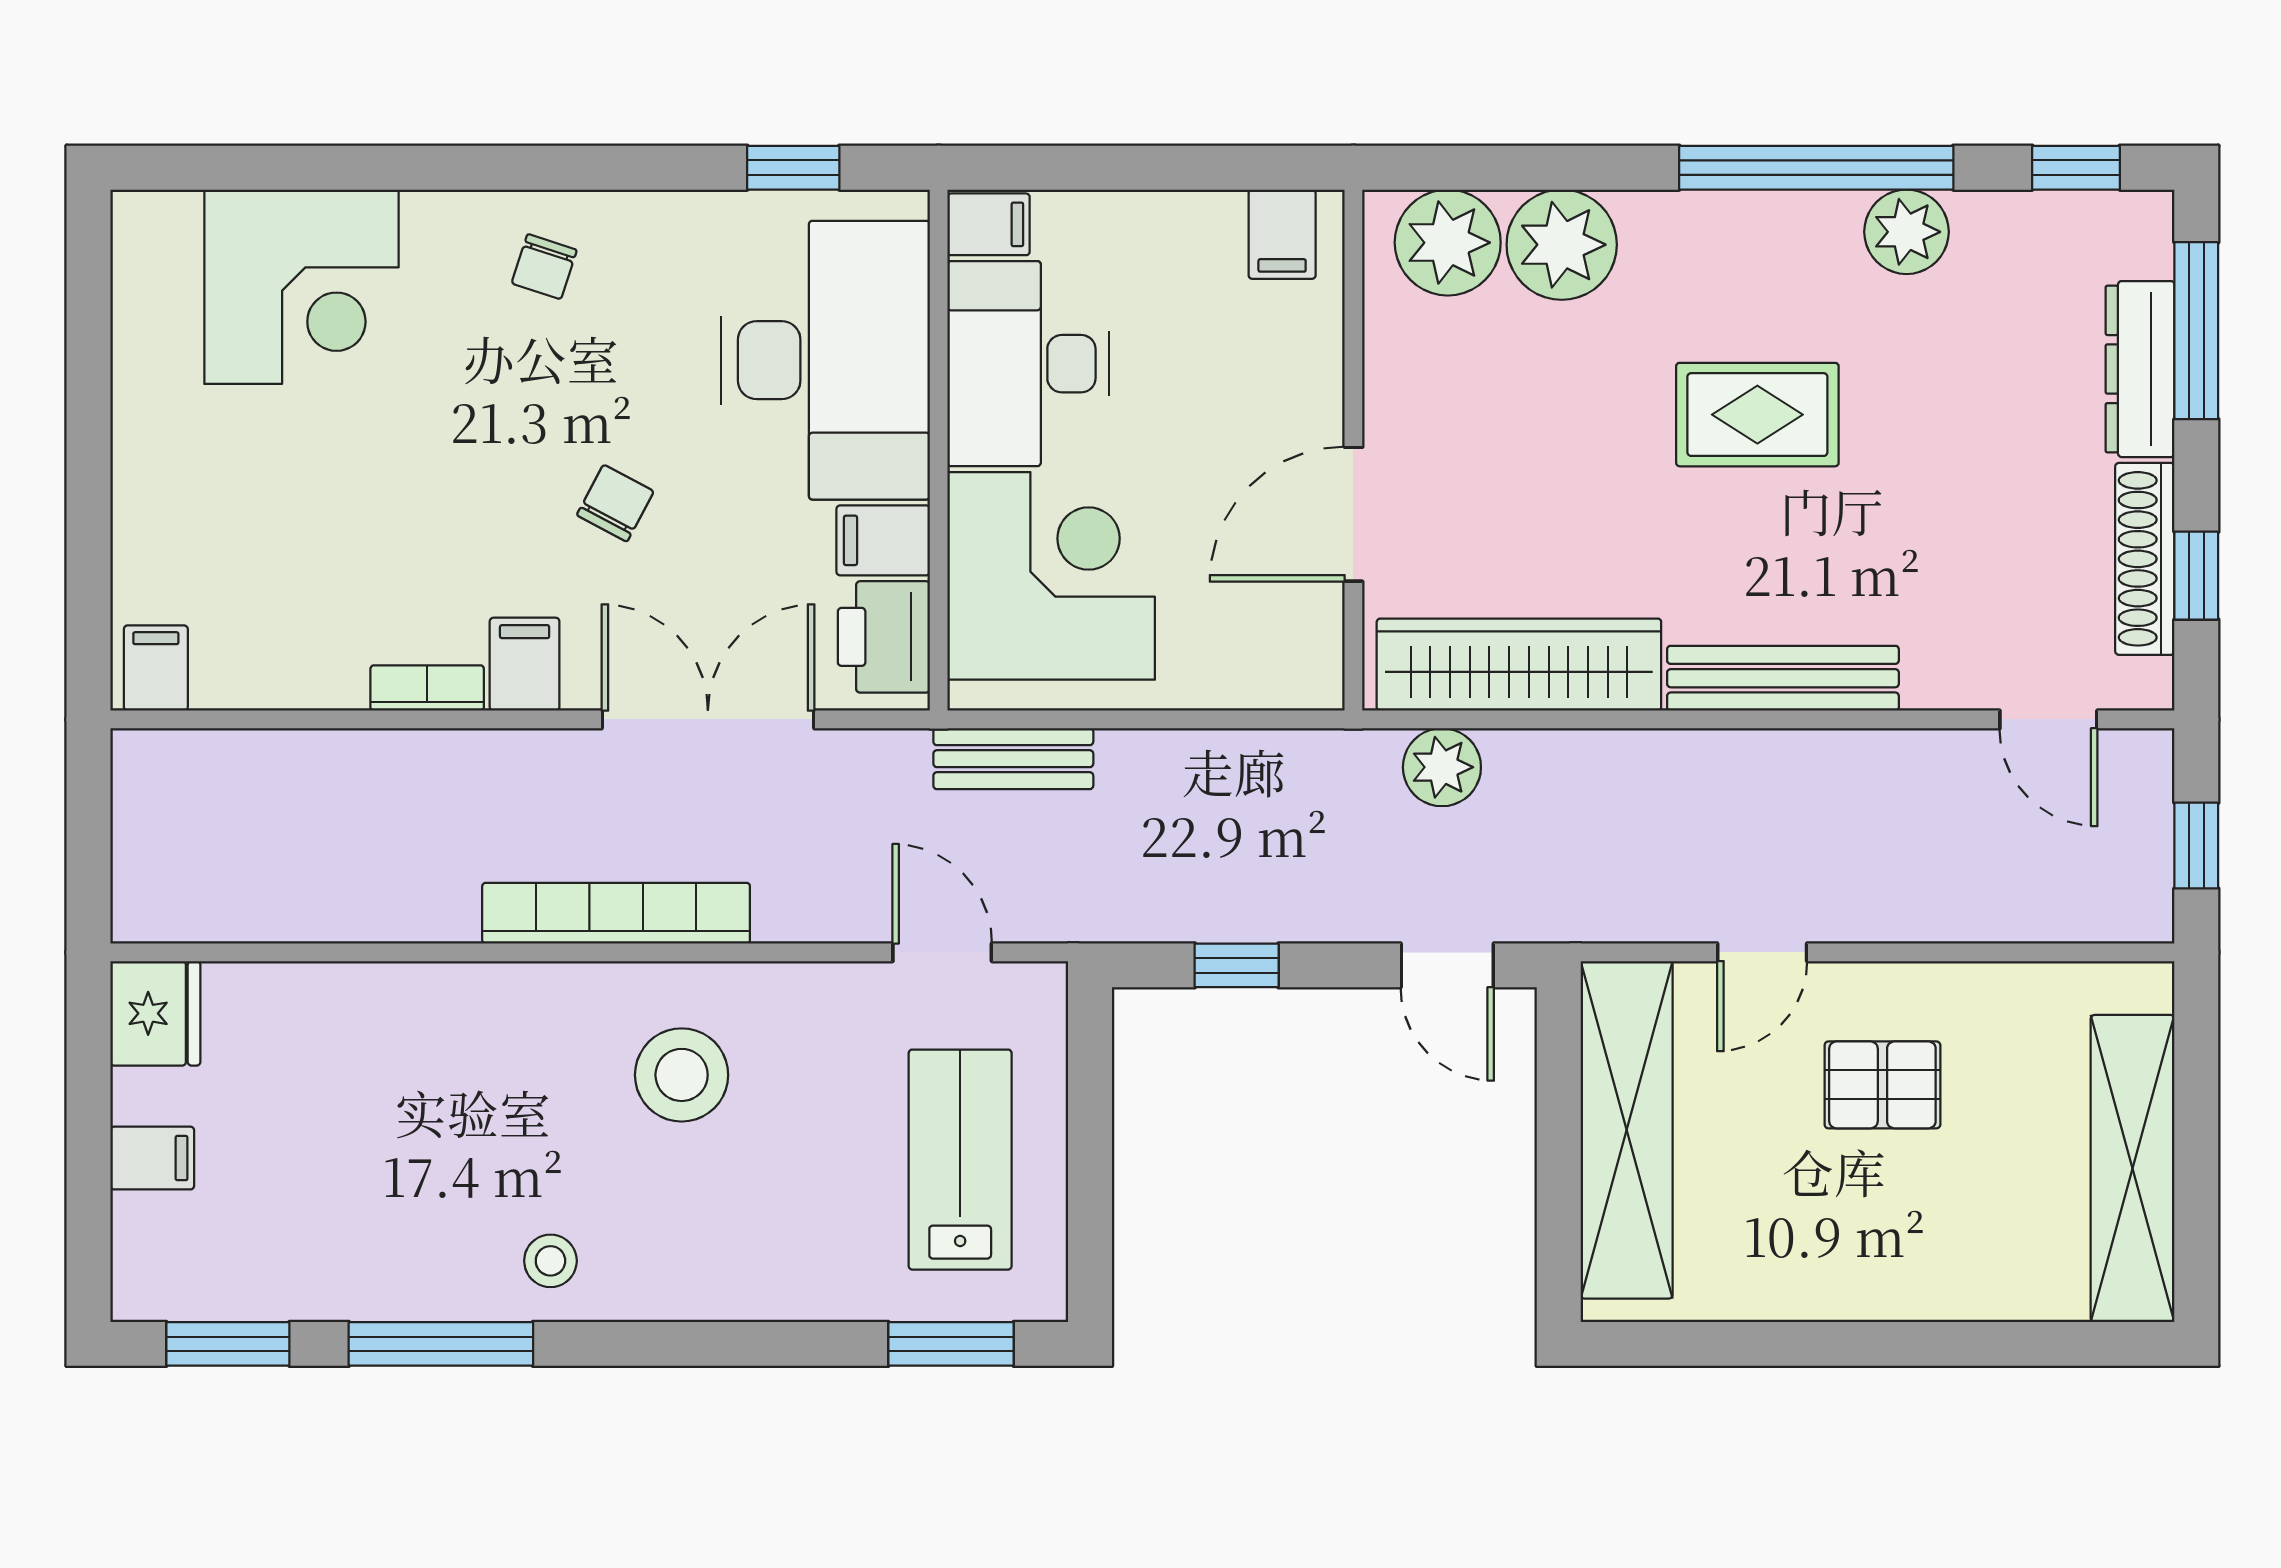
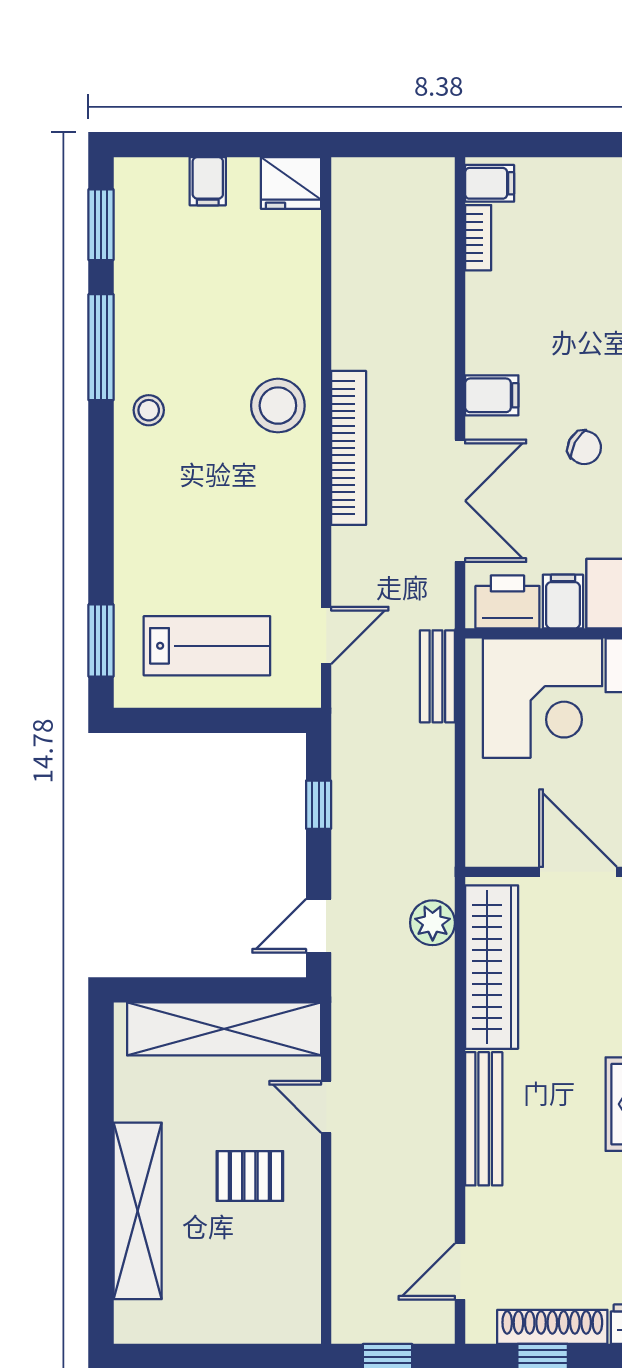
bookcase: (427, 688) -> (478, 238), moved
stool: (682, 1075) -> (278, 406), moved
pallet: (1882, 1085) -> (250, 1176), turned 90
shelving: (2133, 1169) -> (138, 1211), moved, turned 90

